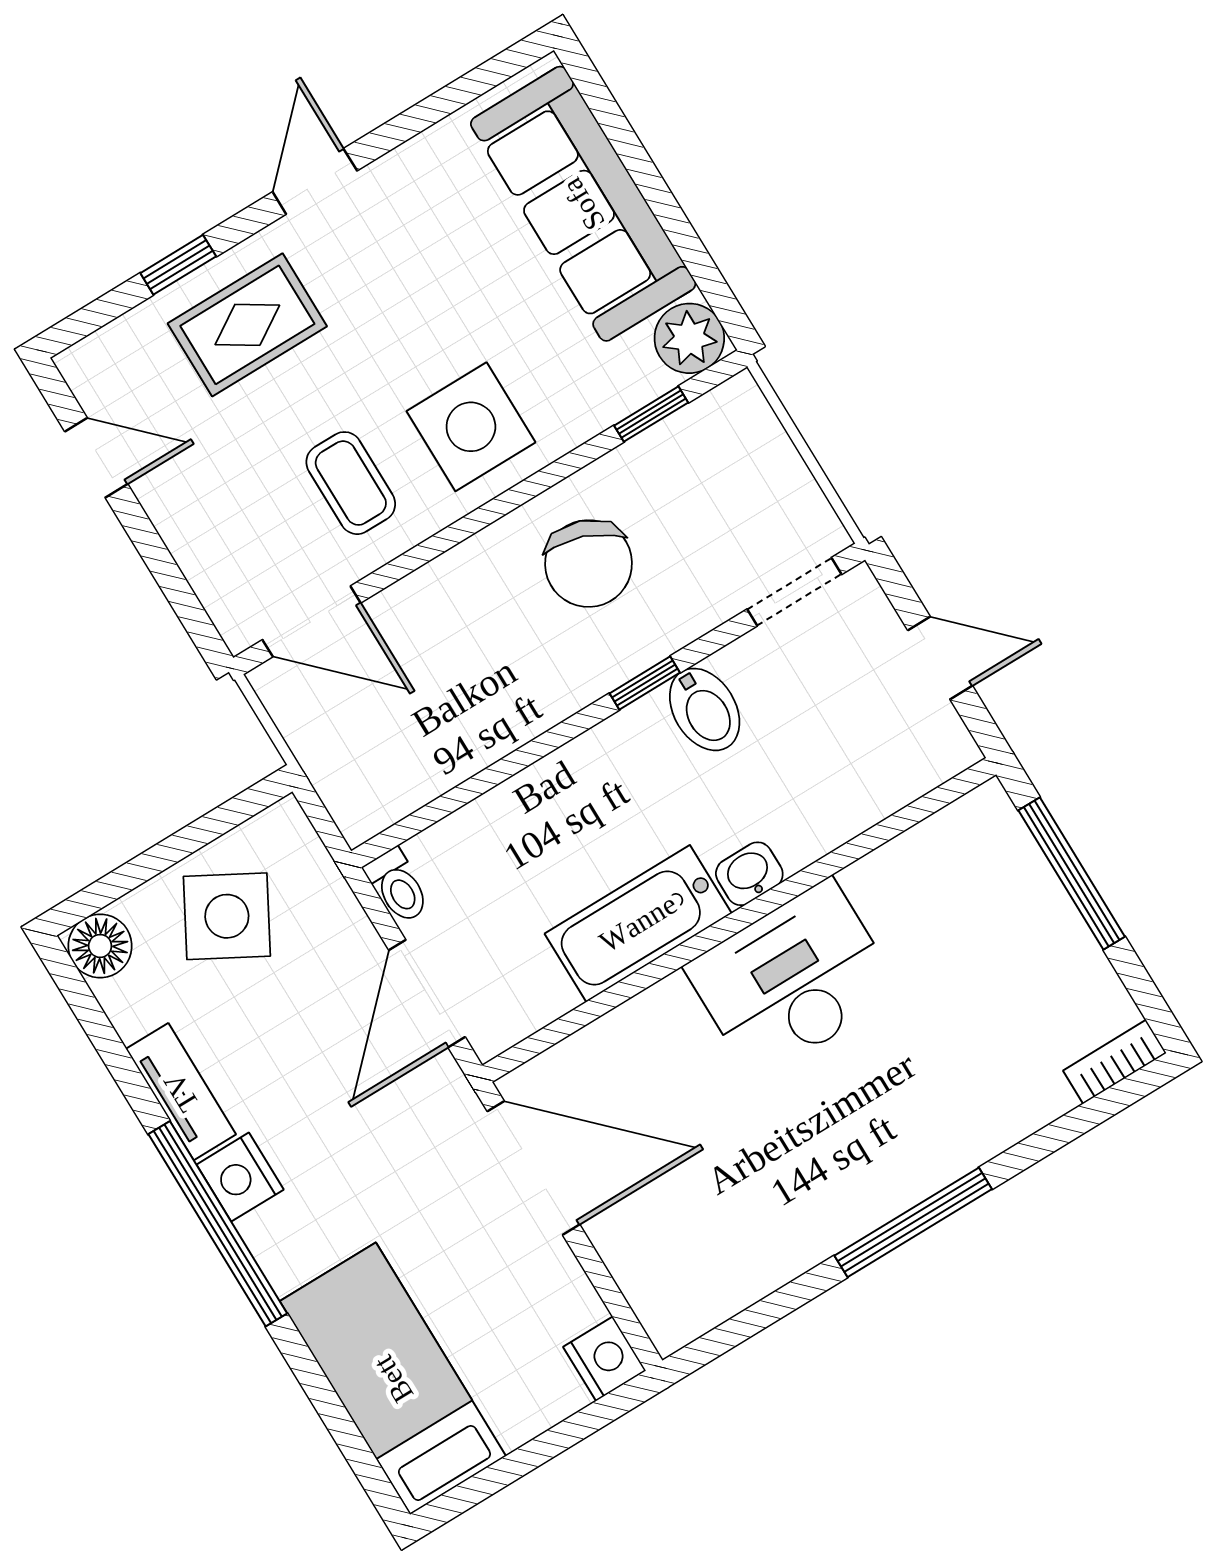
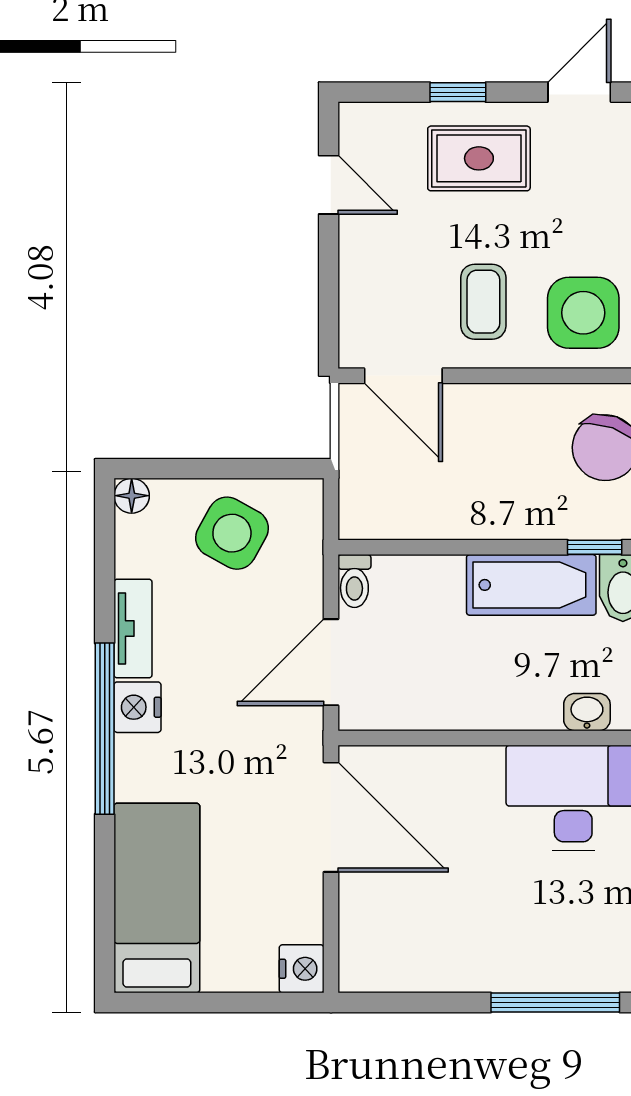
bathtub: (638, 923) -> (531, 585), moved, turned 180
floor lamp: (100, 946) -> (132, 496), width x0.73, depth x0.73

